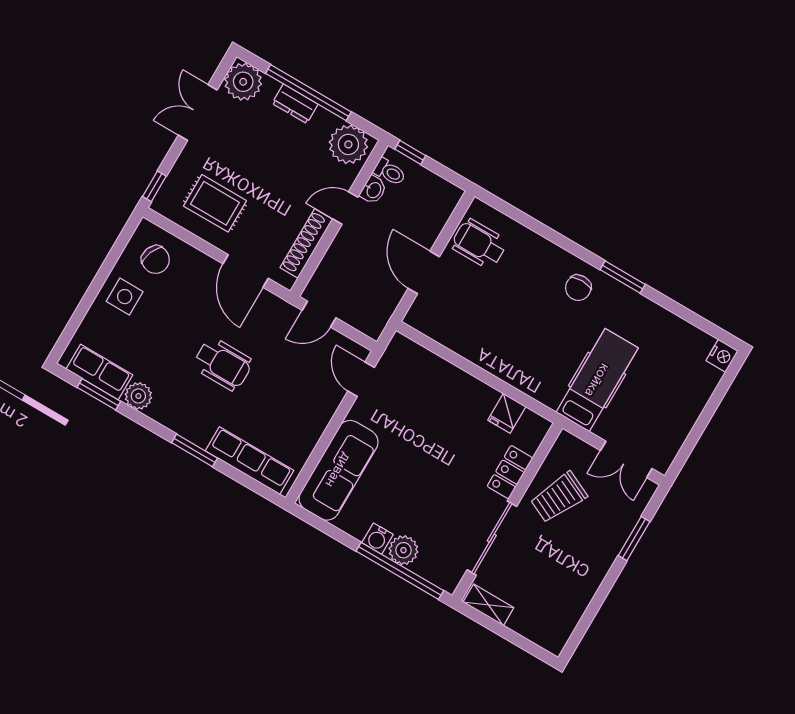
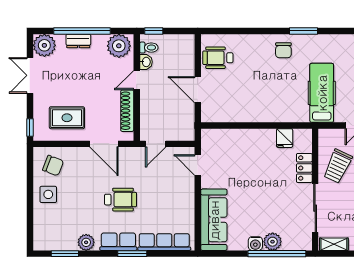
row of seats: (99, 372) -> (118, 242), moved

